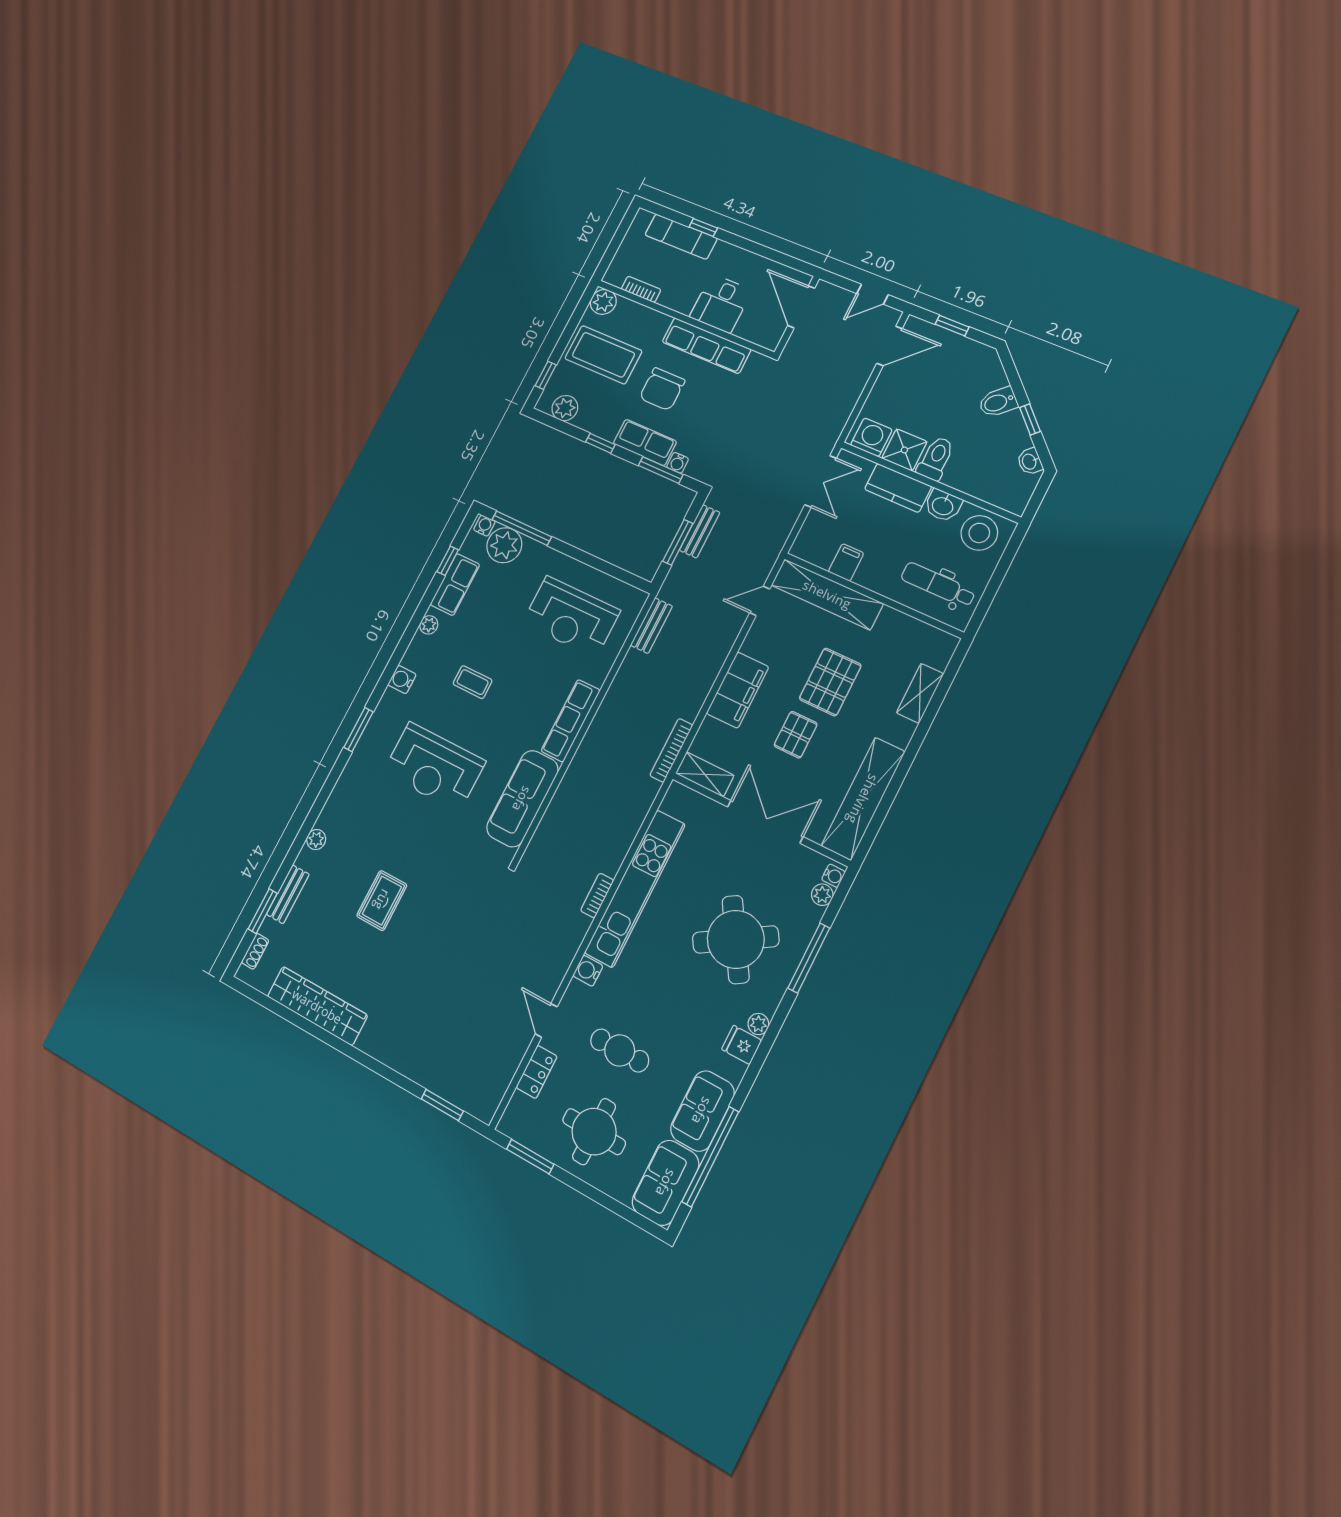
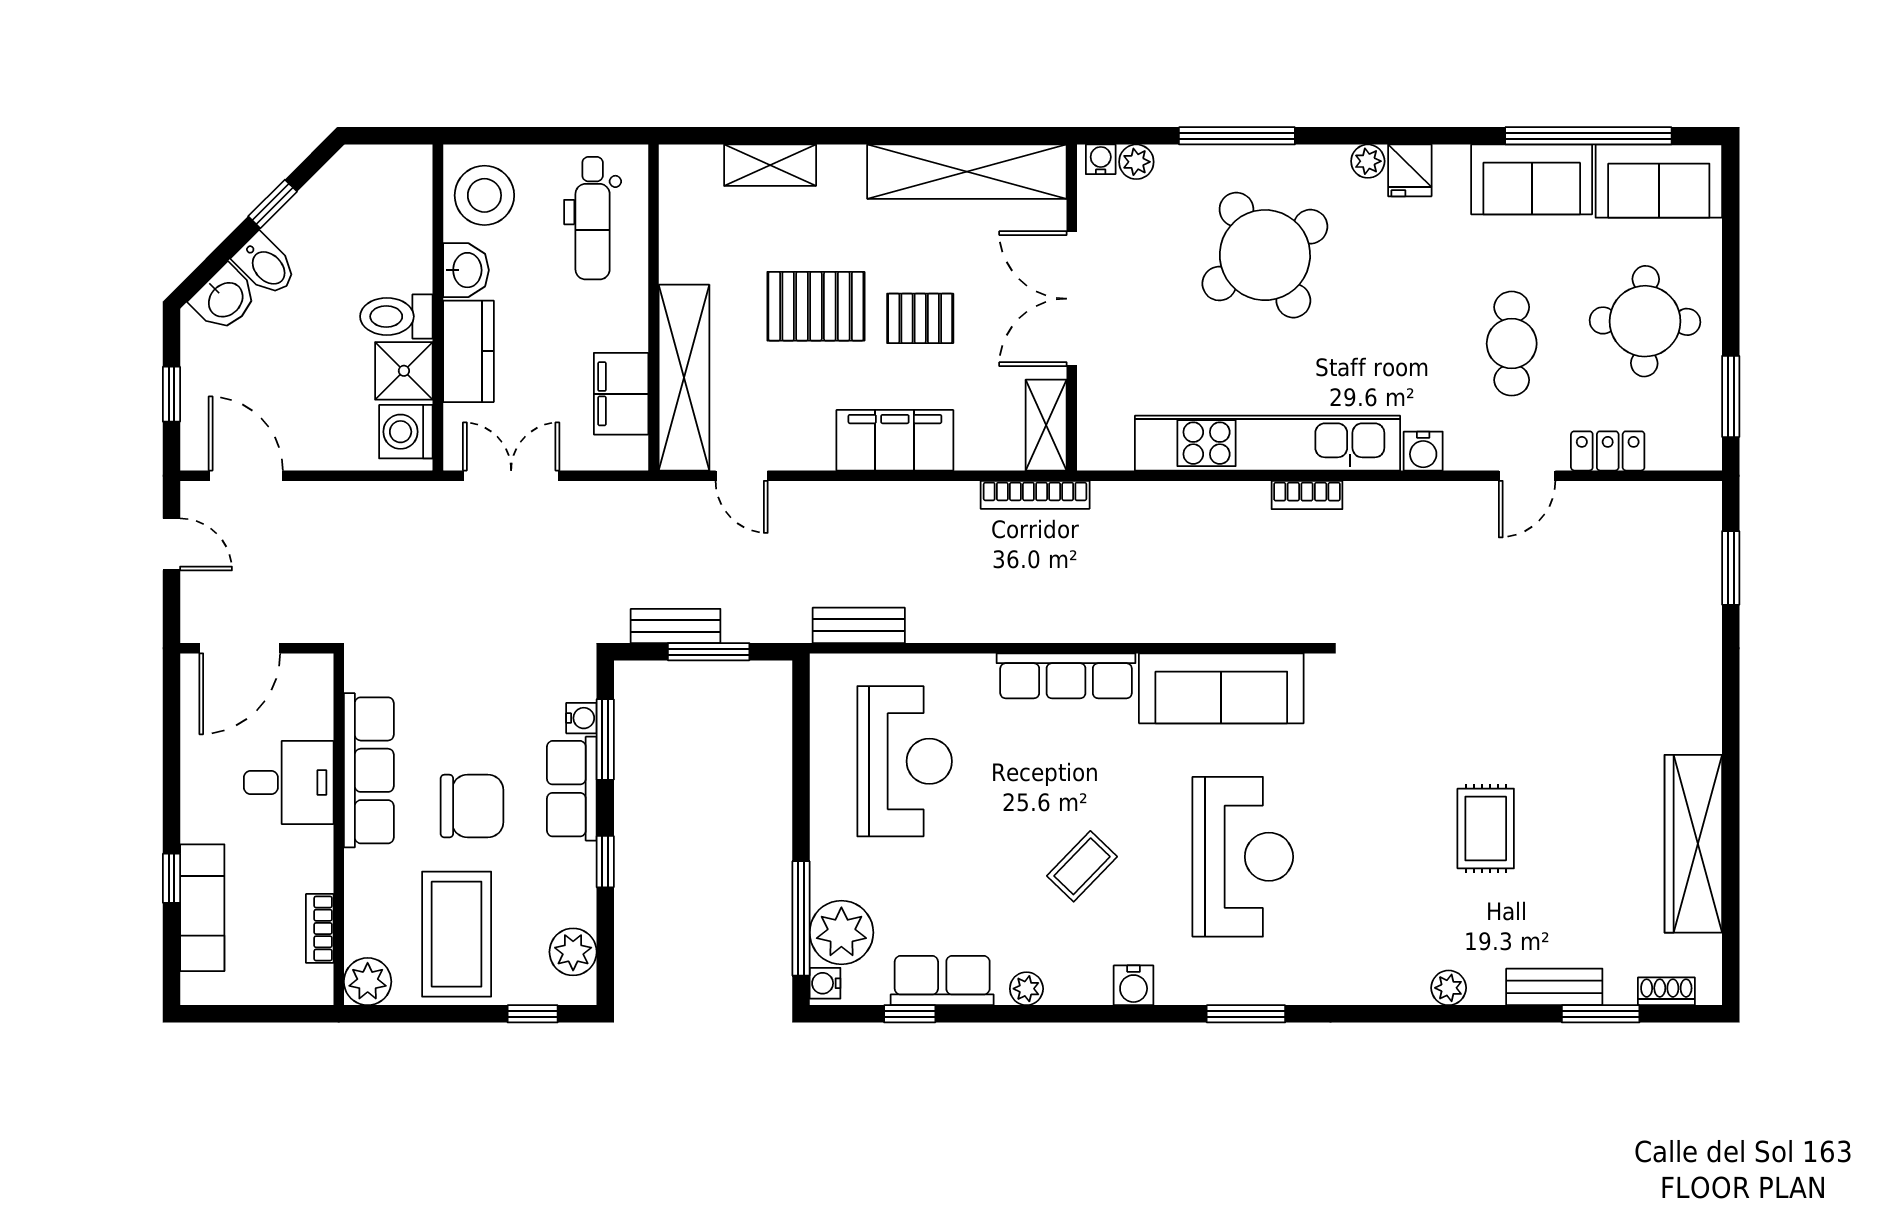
washbasin: (1030, 461) -> (225, 299), moved, width x1.38, depth x1.45
filing cabinet: (846, 562) -> (621, 394), width x2.00
coffee table: (473, 682) -> (1082, 866), turned 44
rug: (382, 900) -> (1486, 828), turned 90

